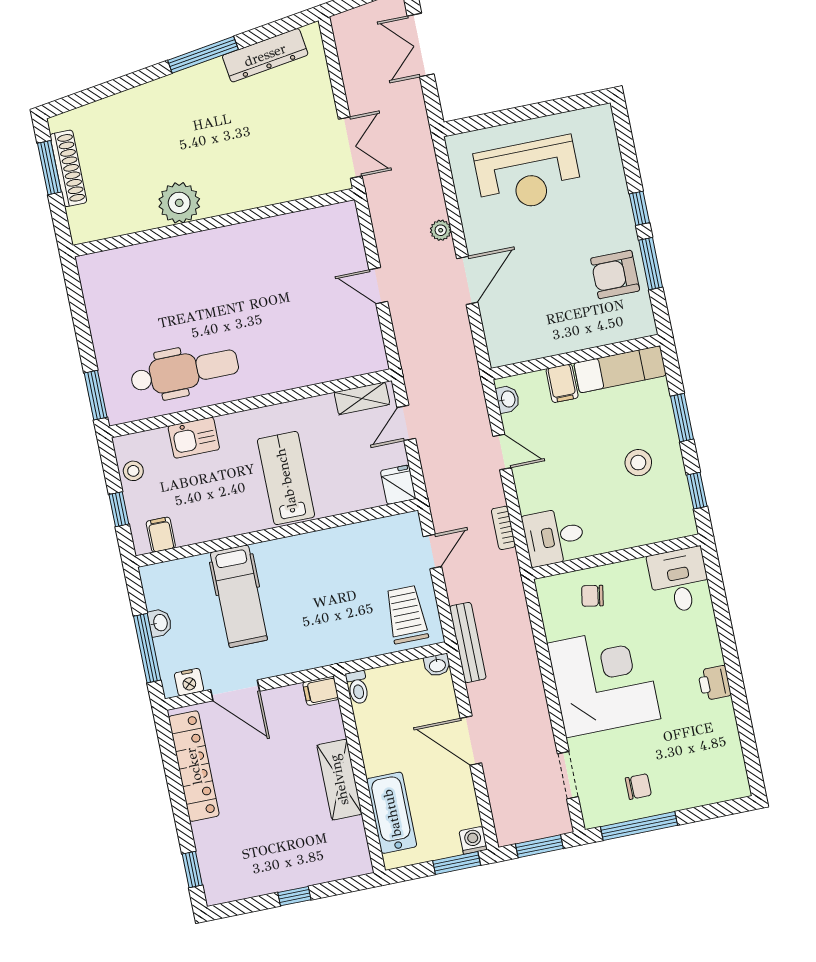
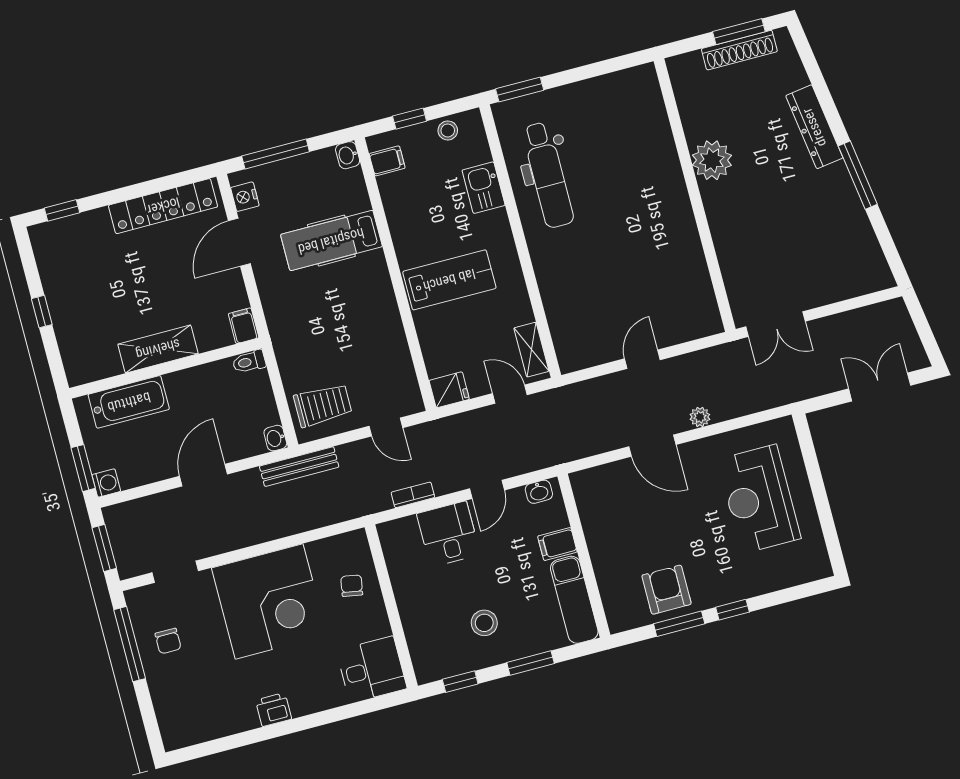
dresser: (265, 55) -> (814, 127), moved
desk: (554, 537) -> (448, 534), moved
washbasin: (160, 623) -> (348, 155), moved, turned 90

